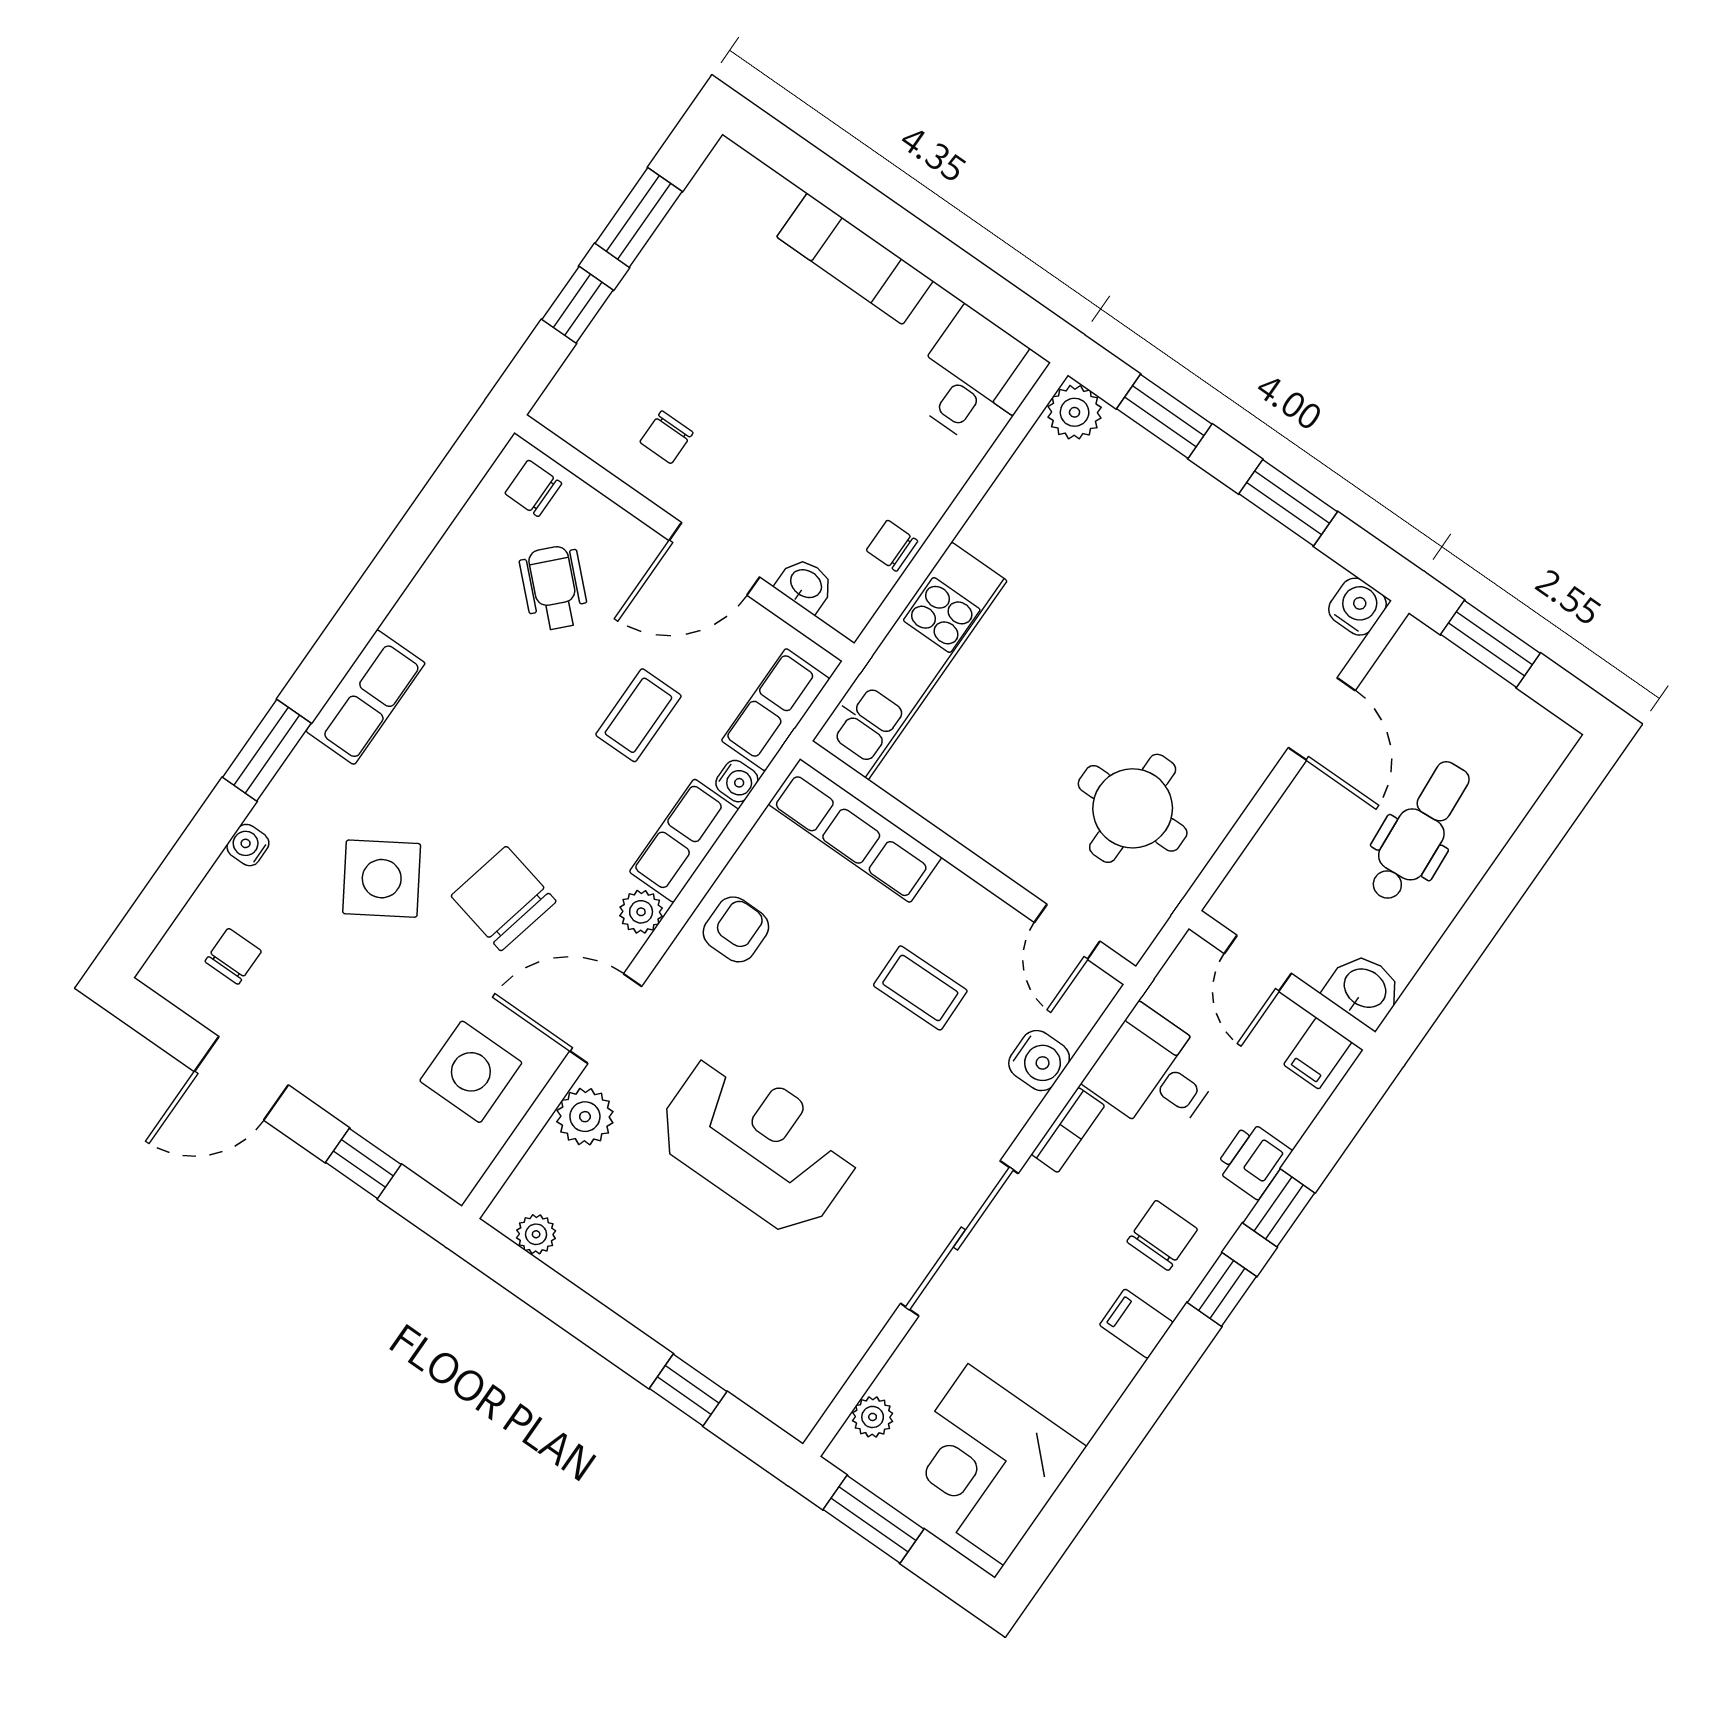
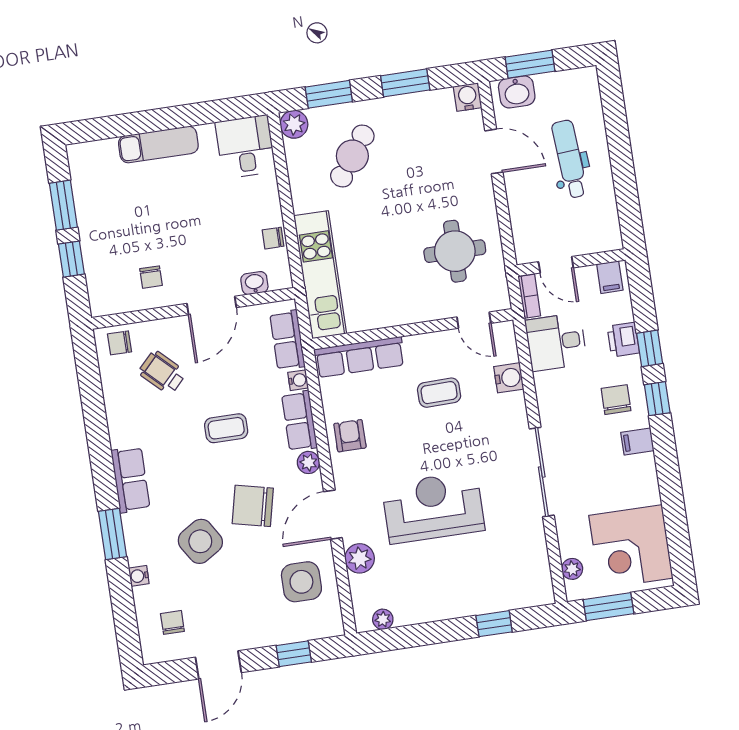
cafe table: (1115, 536) -> (352, 156), added
coffee table: (638, 715) -> (226, 428), moved, turned 90
washbasin: (1364, 990) -> (517, 92), moved, turned 180
bookcase: (1068, 1130) -> (529, 296), moved

